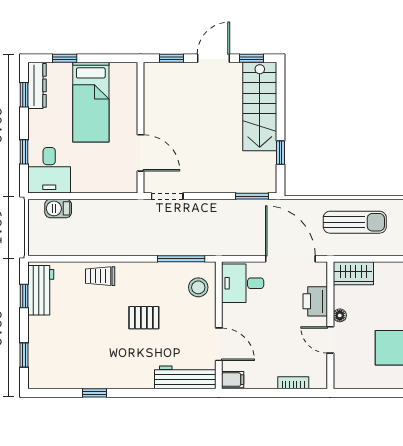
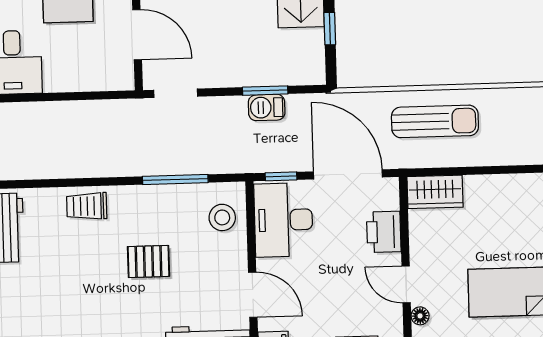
window: (252, 196) -> (265, 91), moved
barbecue: (58, 208) -> (267, 107), moved
window: (181, 259) -> (175, 179), moved
window: (242, 259) -> (281, 176), added
desk: (243, 283) -> (283, 220), width x1.37
floor lamp: (340, 315) -> (420, 316), moved

